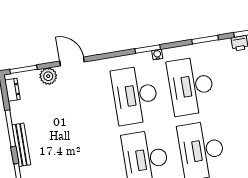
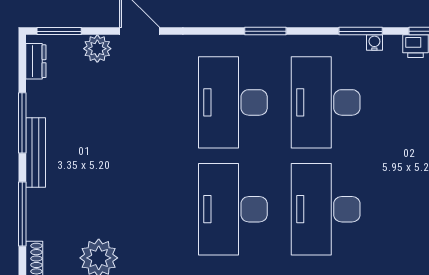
water cooler: (157, 55) -> (374, 43), moved

